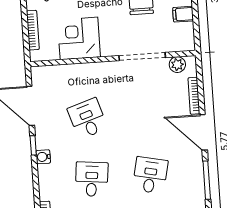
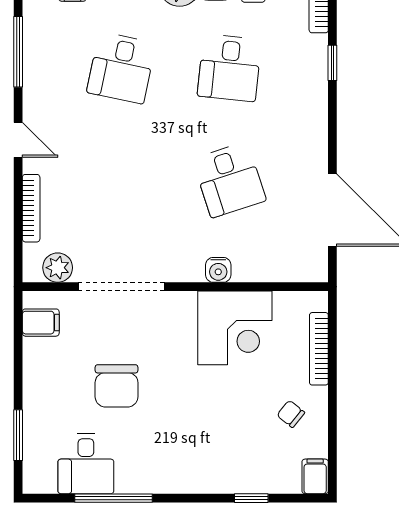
filing cabinet: (183, 14) -> (41, 323), moved
door: (203, 132) -> (18, 140), width x0.53
window: (33, 145) -> (332, 63), moved
water cooler: (43, 157) -> (218, 270), moved, turned 90

